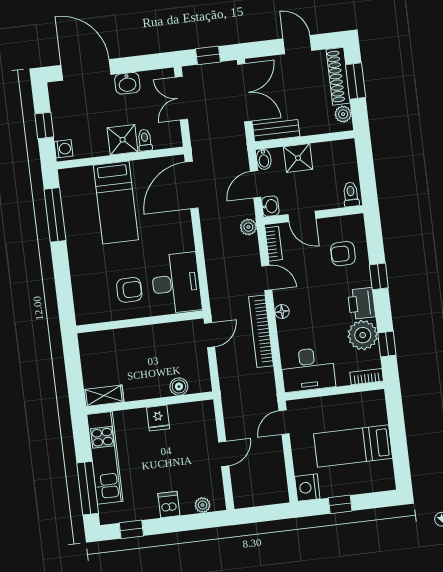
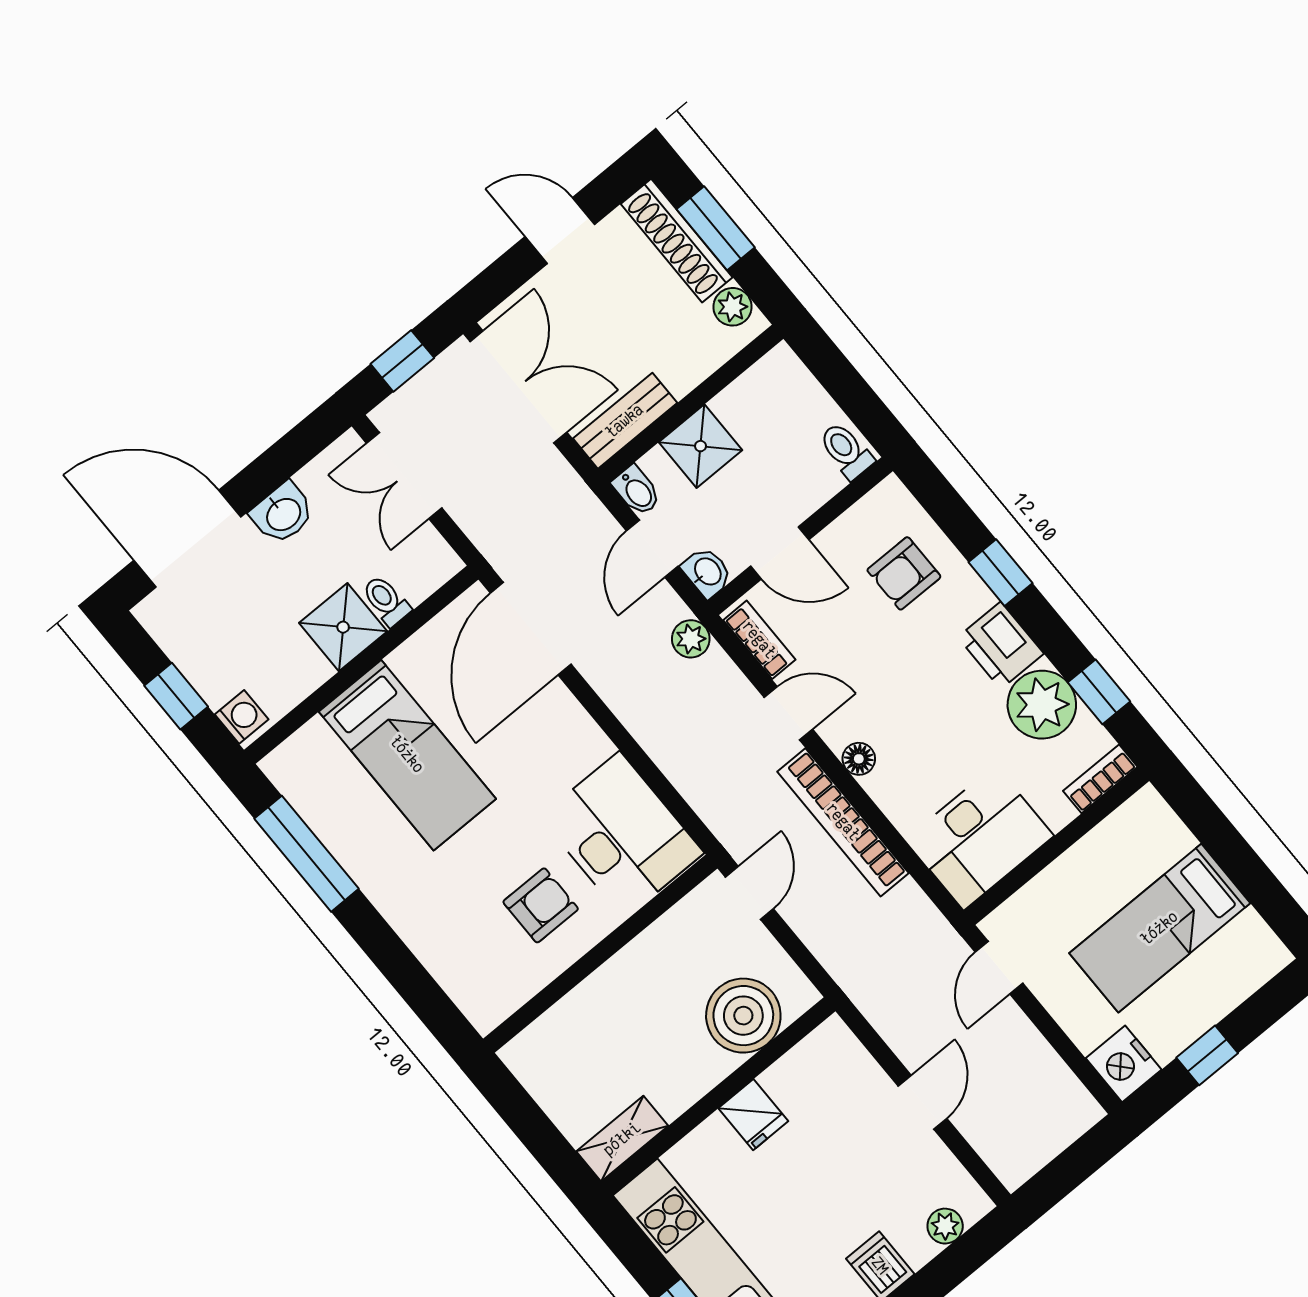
boiler: (179, 387) -> (743, 1016), width x1.86, depth x1.86

